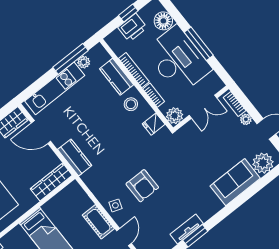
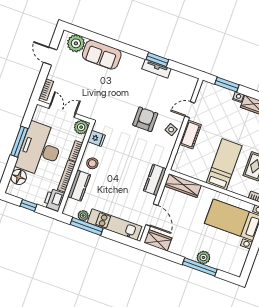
printer: (132, 28) -> (54, 200), moved, turned -90
plant: (246, 119) -> (52, 75), removed

